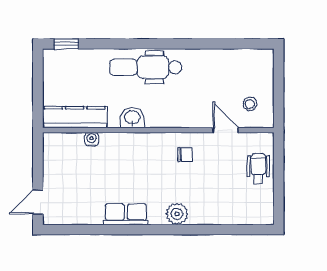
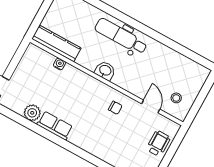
washbasin: (132, 118) -> (105, 71), moved
plant: (177, 214) -> (32, 113), moved

